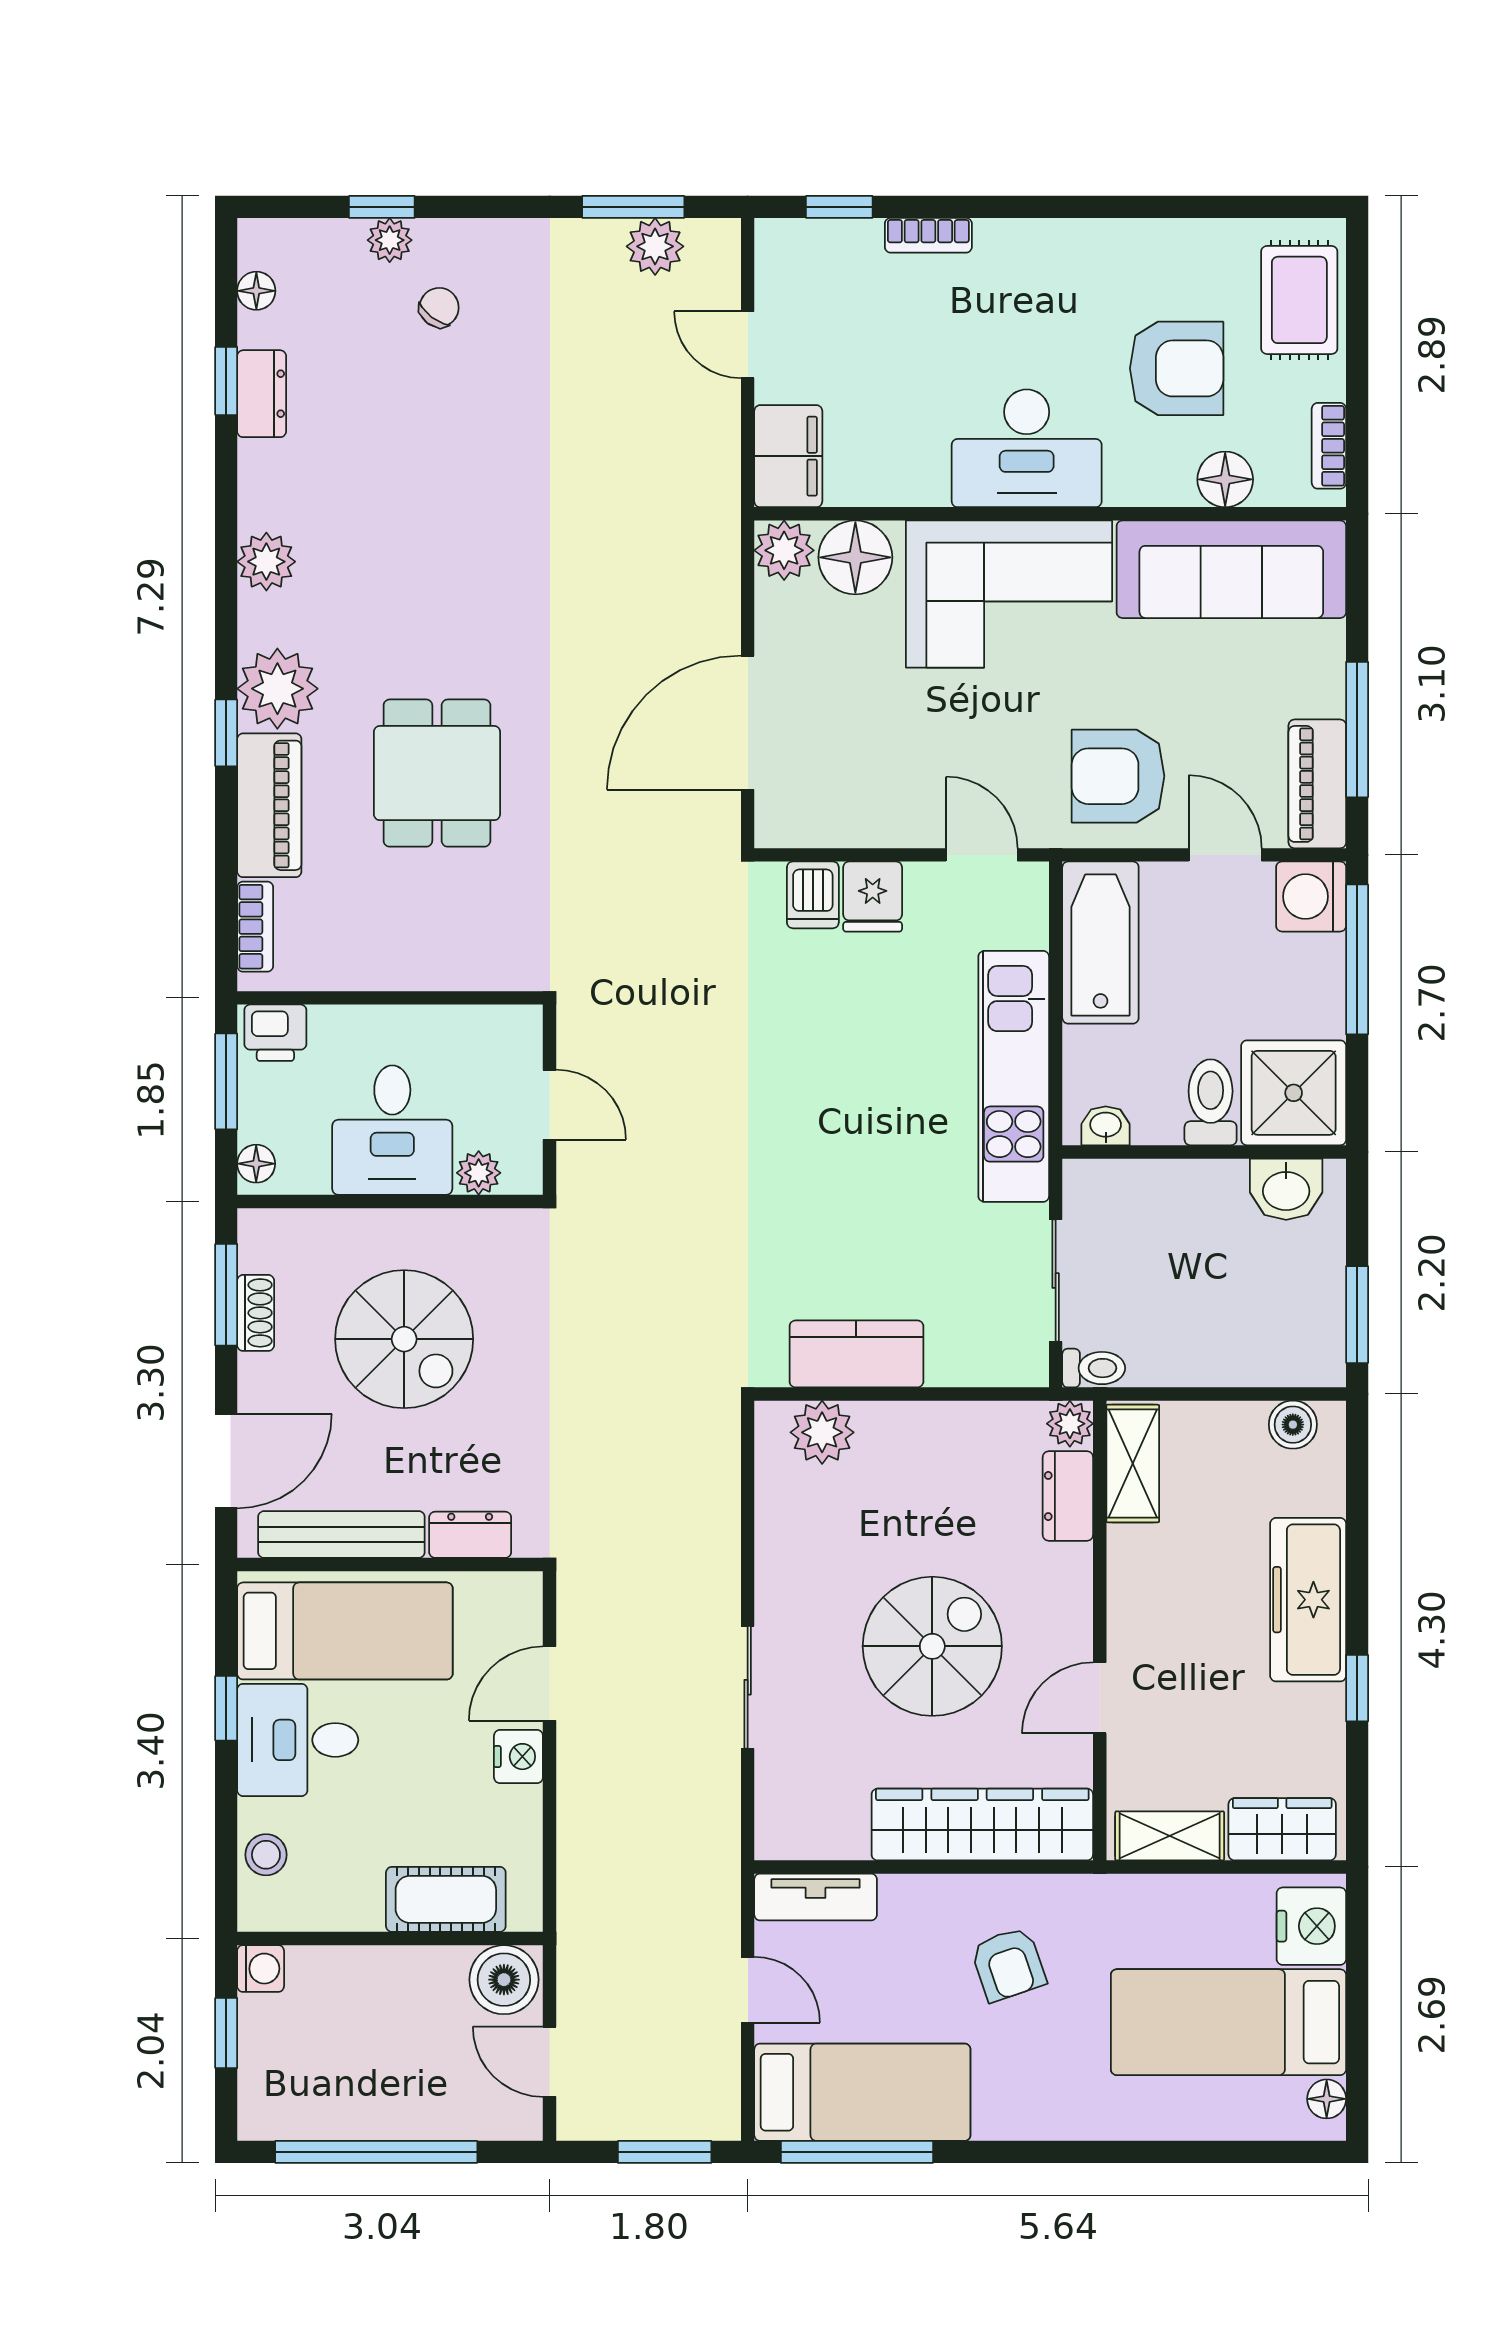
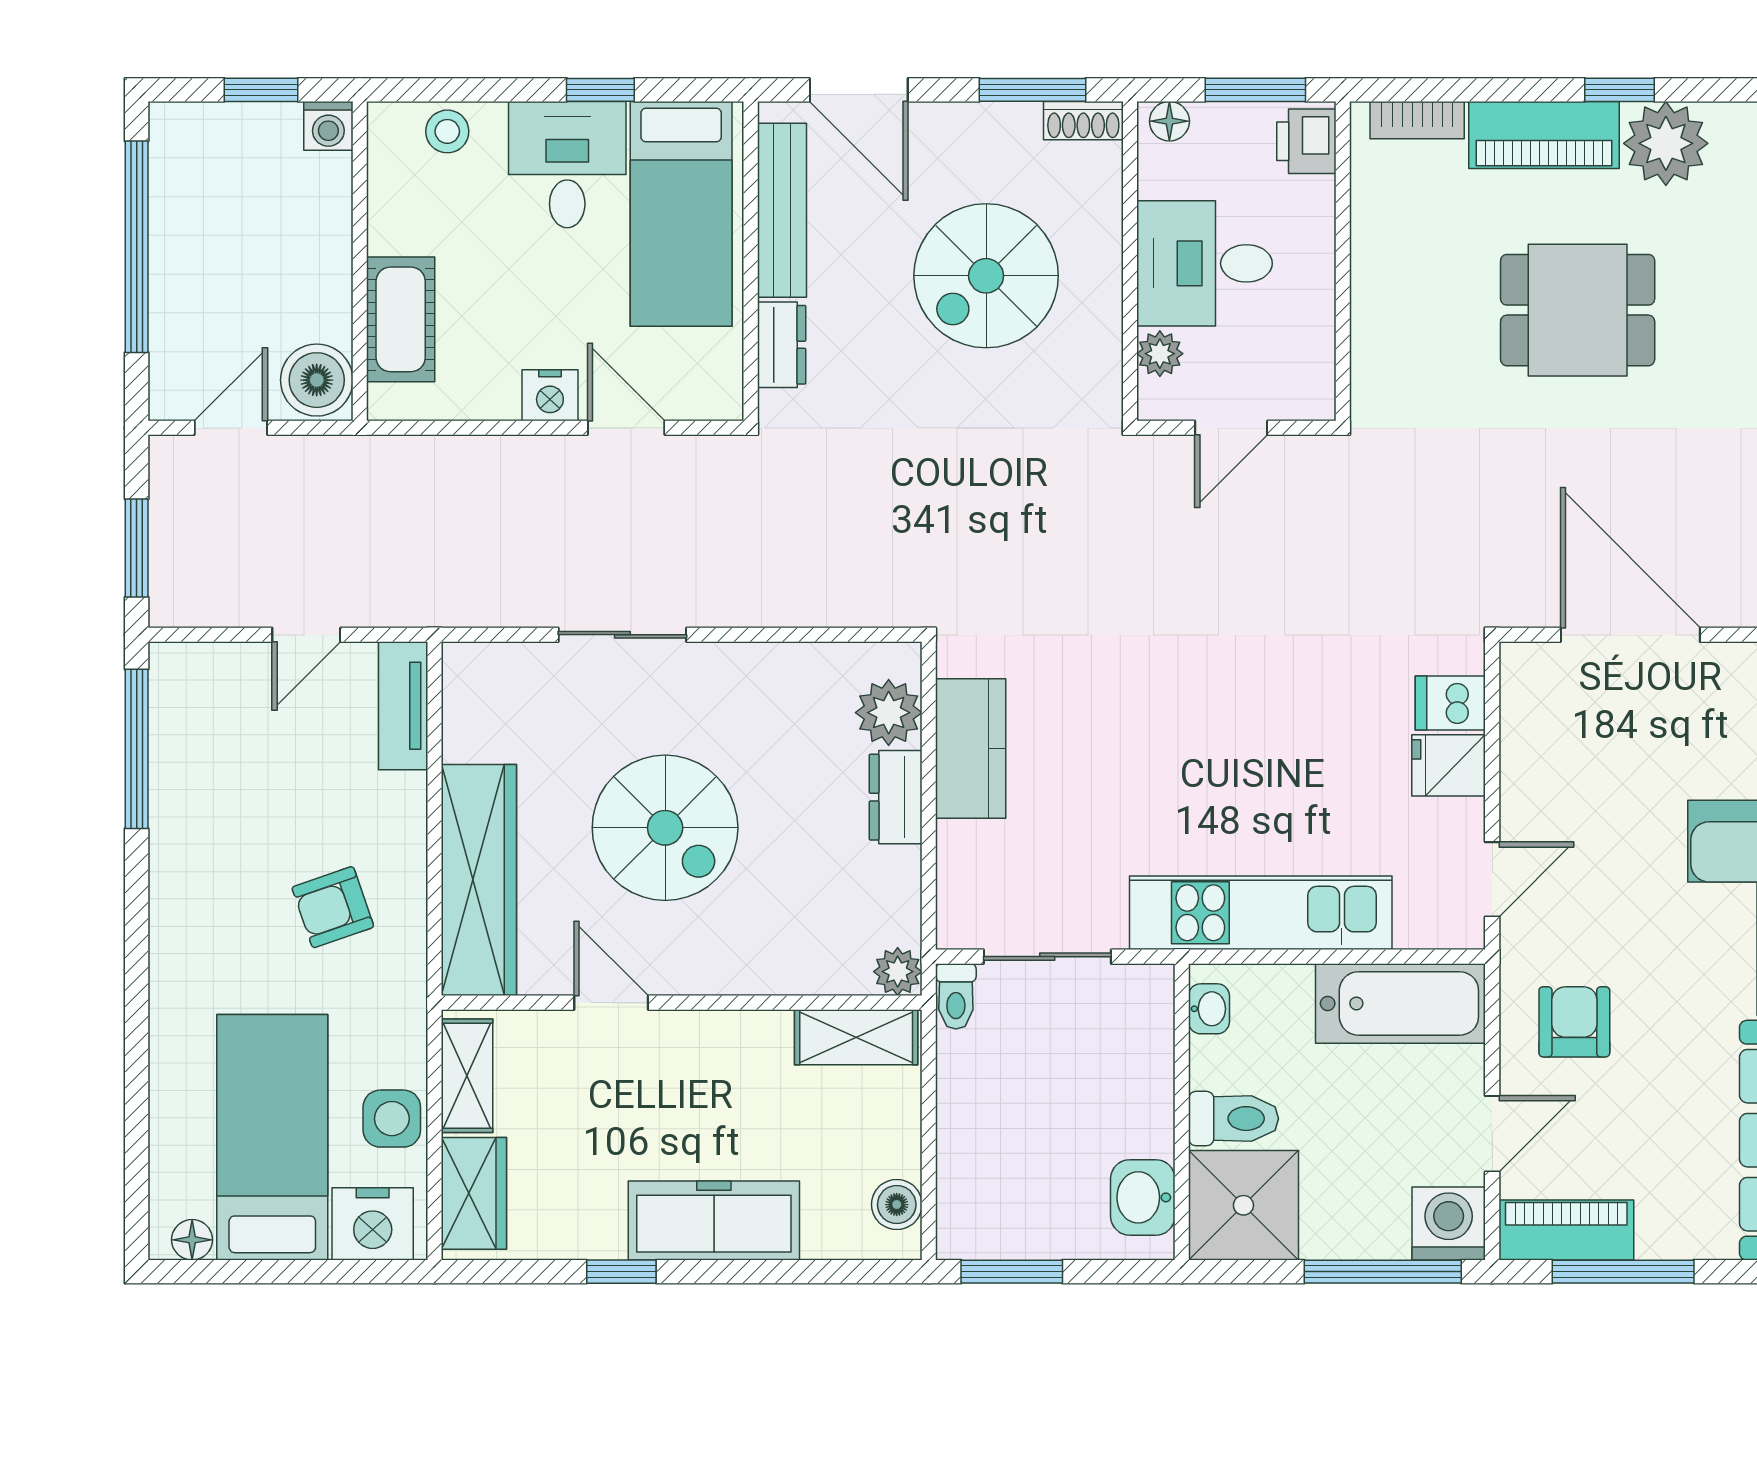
armchair: (1118, 776) -> (1574, 1022), width x0.72, depth x0.72
shoe rack: (256, 1313) -> (1083, 121), moved
dresser: (1068, 1496) -> (896, 797), moved, turned -90
side table: (1211, 1908) -> (392, 1119), added
bed: (862, 2092) -> (199, 755), removed

